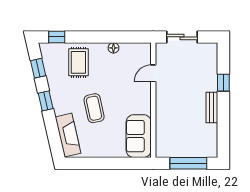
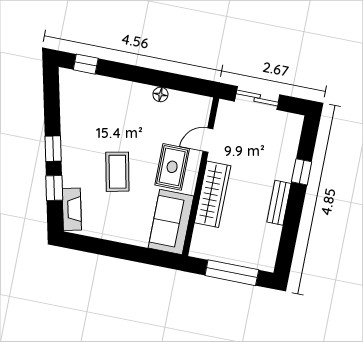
rug: (78, 62) -> (172, 167), moved
window: (38, 68) -> (54, 188), moved
wardrobe: (164, 111) -> (213, 194), added
fireplace: (68, 135) -> (72, 209), width x0.73, depth x0.76

